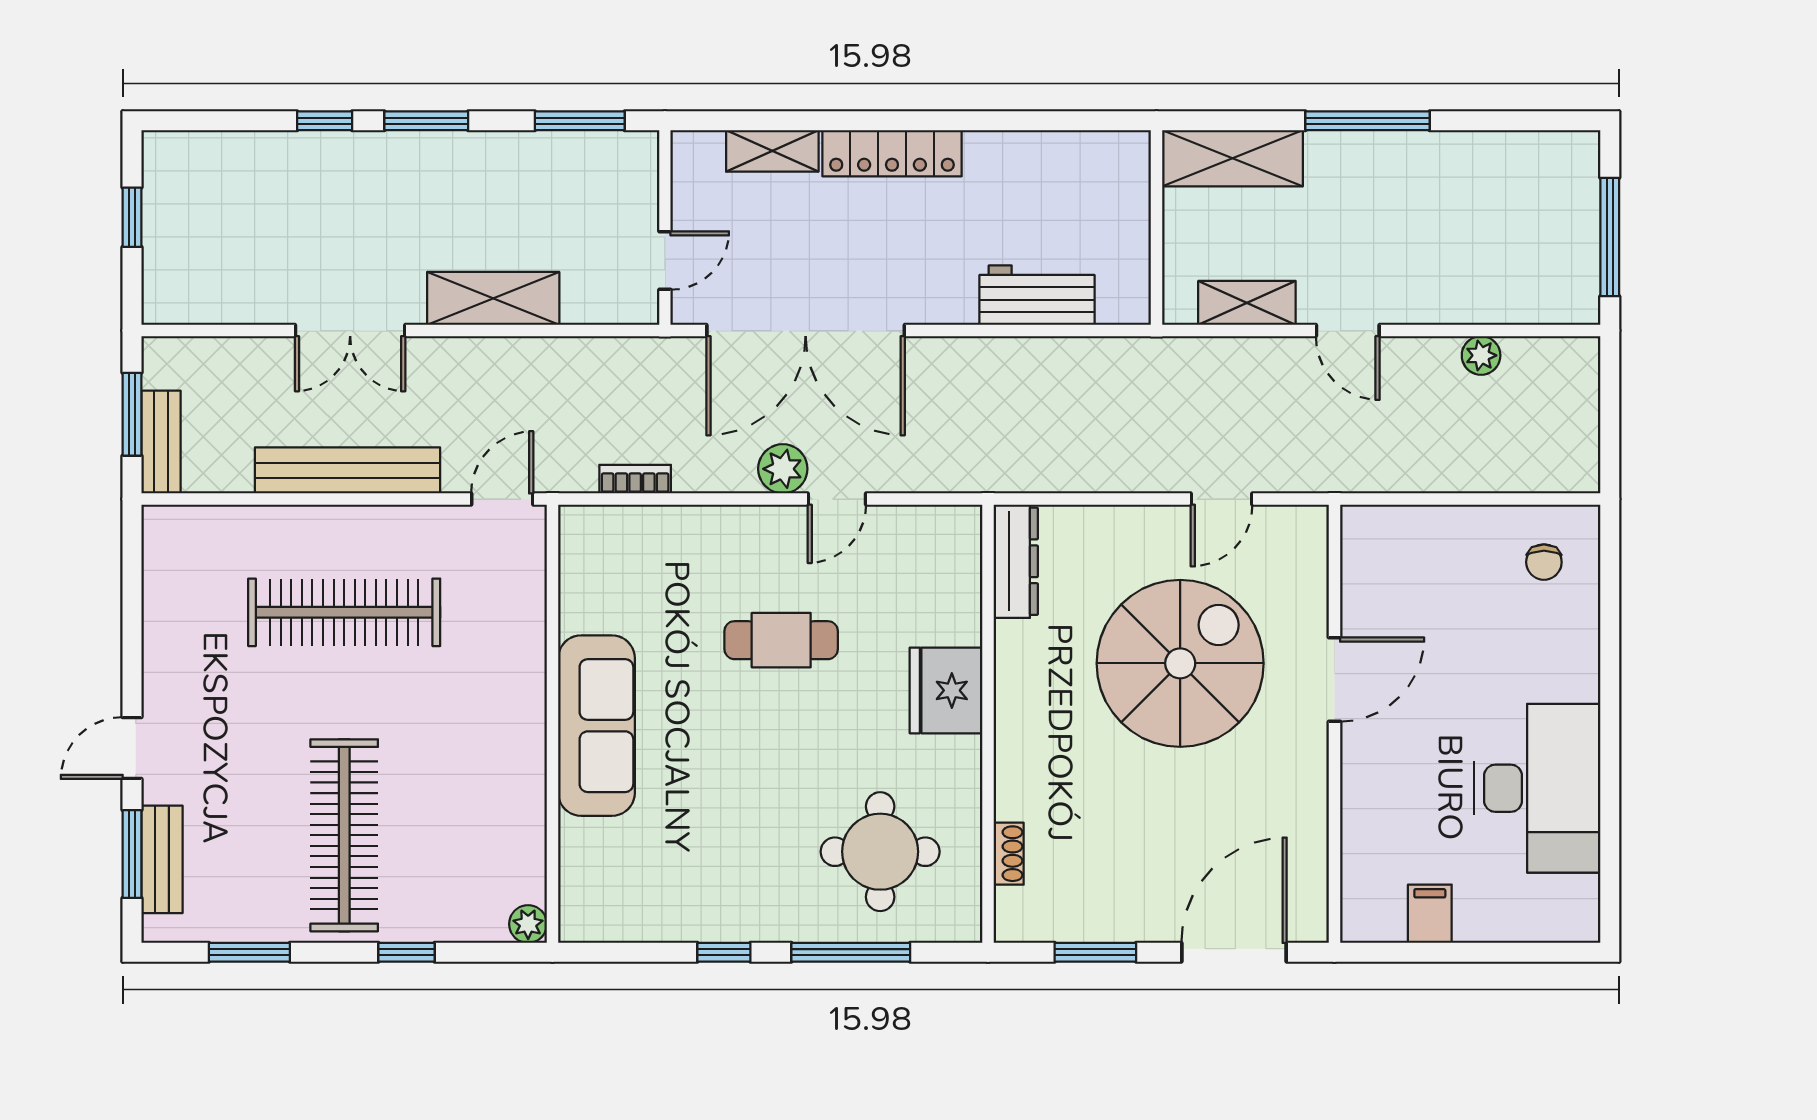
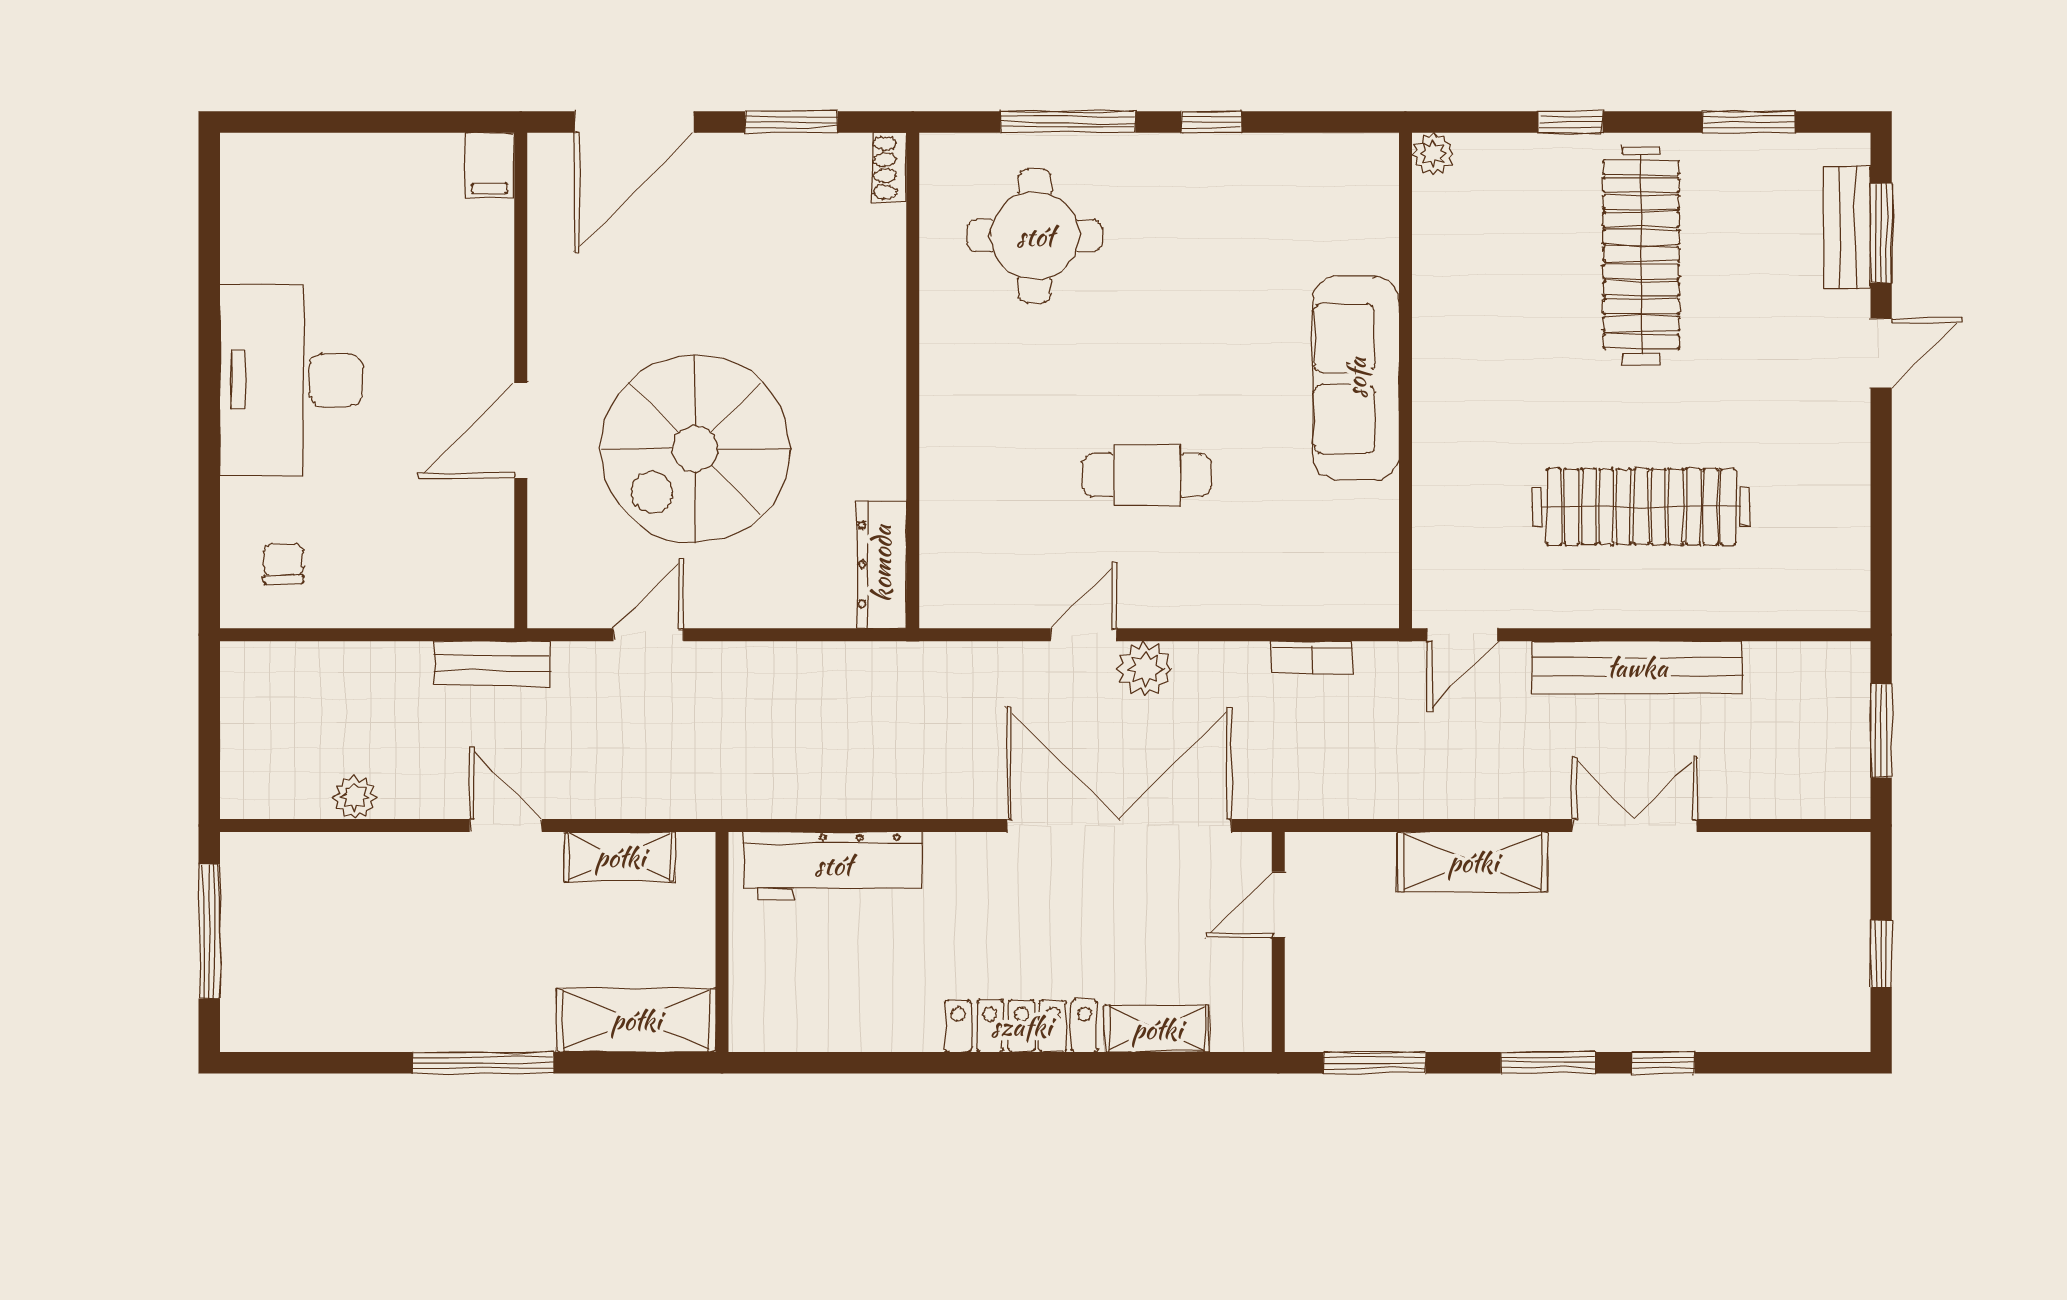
workbench: (1037, 295) -> (833, 865), width x1.37
bench: (161, 442) -> (492, 663), moved, turned 90
fridge: (946, 690) -> (960, 418), removed
desk: (1537, 788) -> (291, 380), moved
shoe rack: (1009, 854) -> (889, 168), moved
filing cabinet: (1430, 914) -> (490, 166), moved

